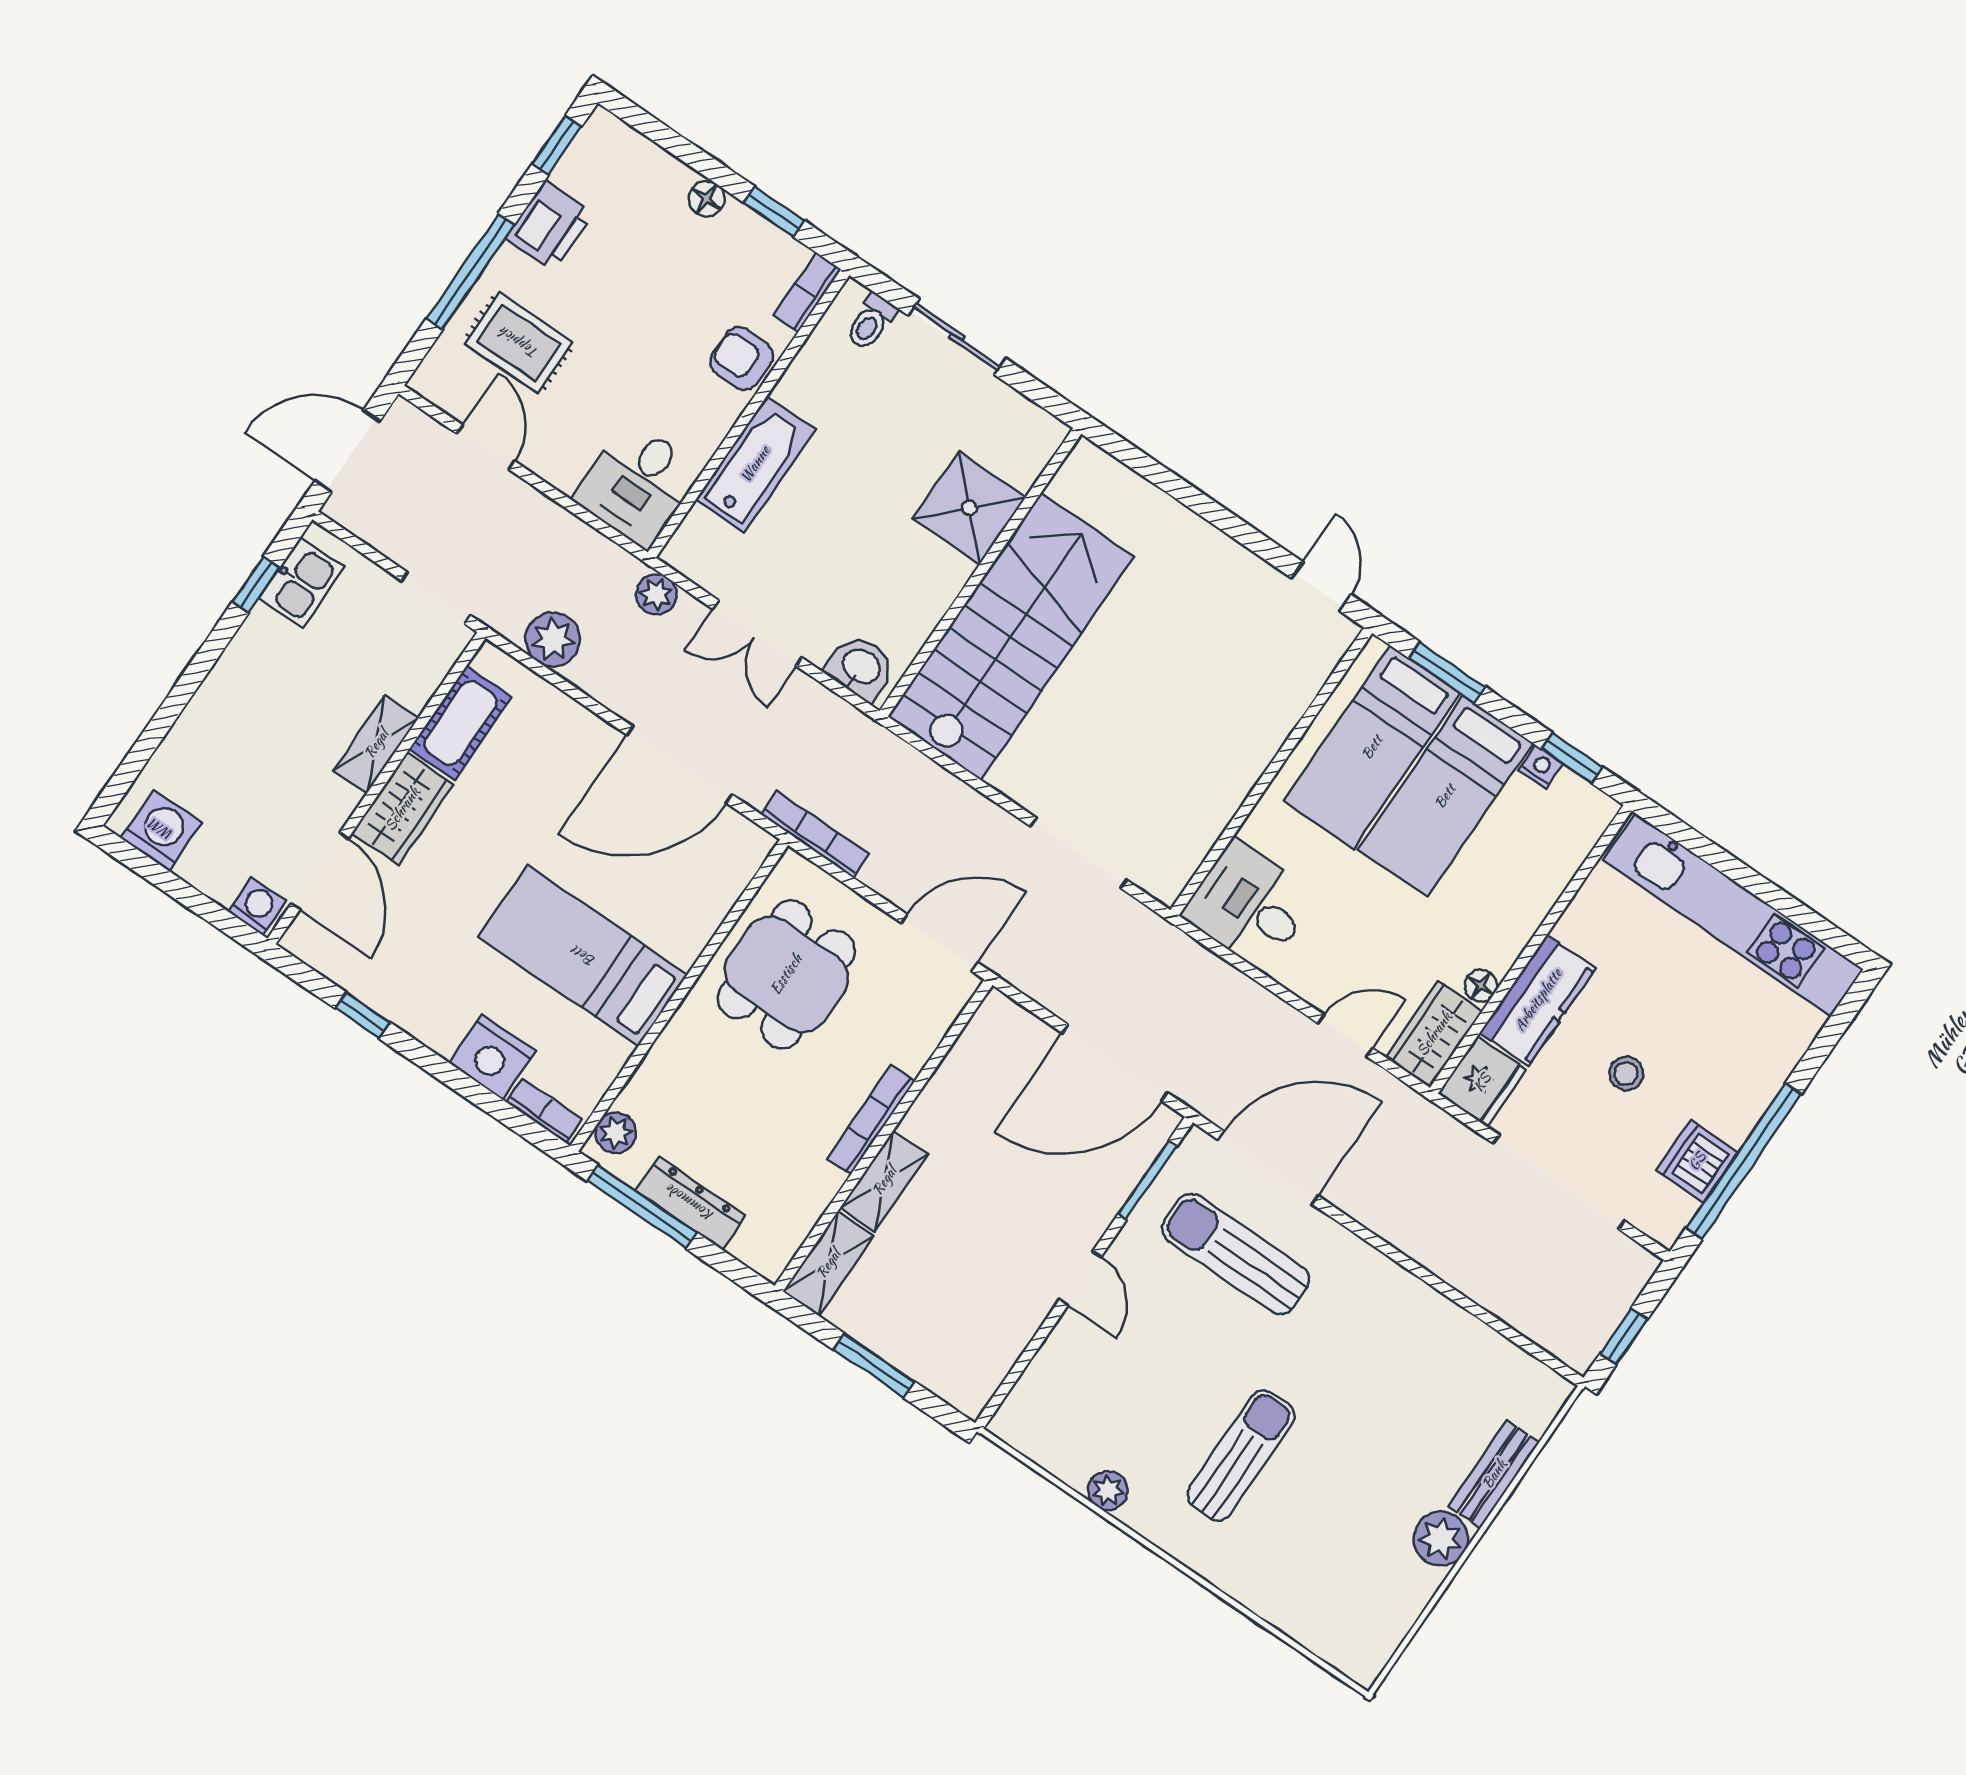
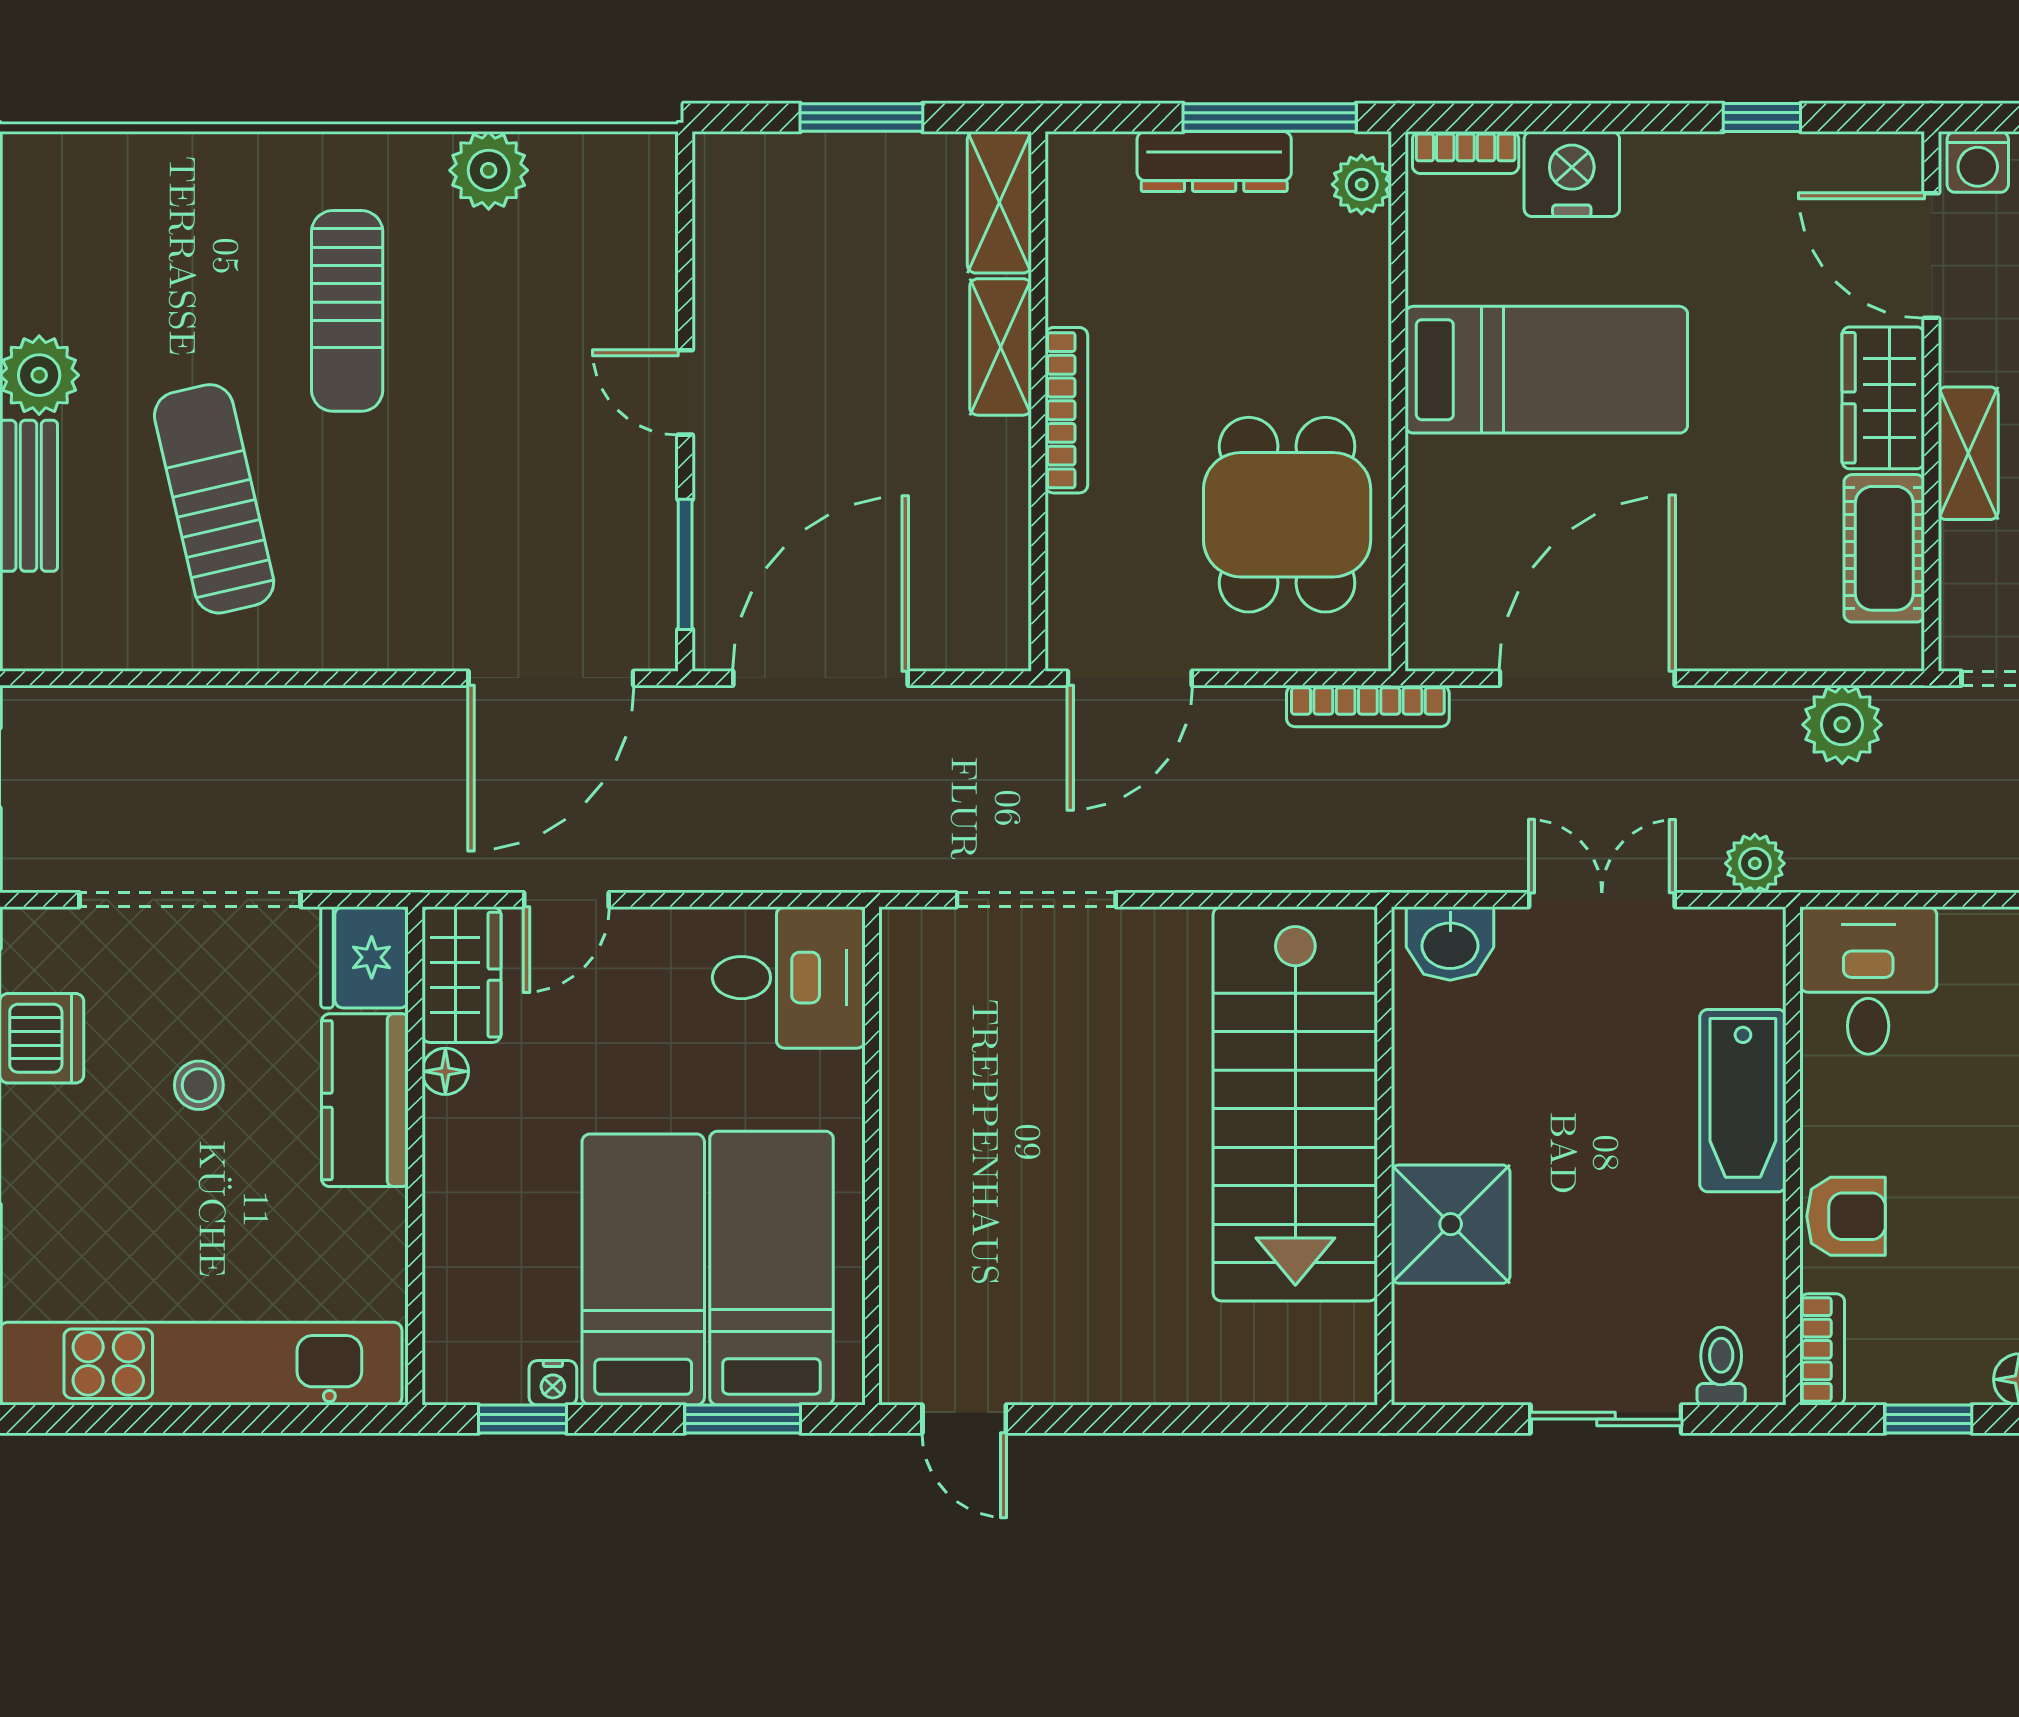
sun lounger: (1236, 1254) -> (214, 499), moved, turned -103
plant: (1108, 1490) -> (489, 170), width x1.38, depth x1.38

